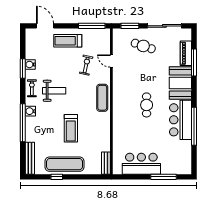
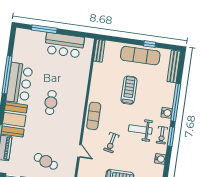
exercise bike: (86, 65) -> (111, 143), moved
window: (23, 68) -> (171, 137), moved

